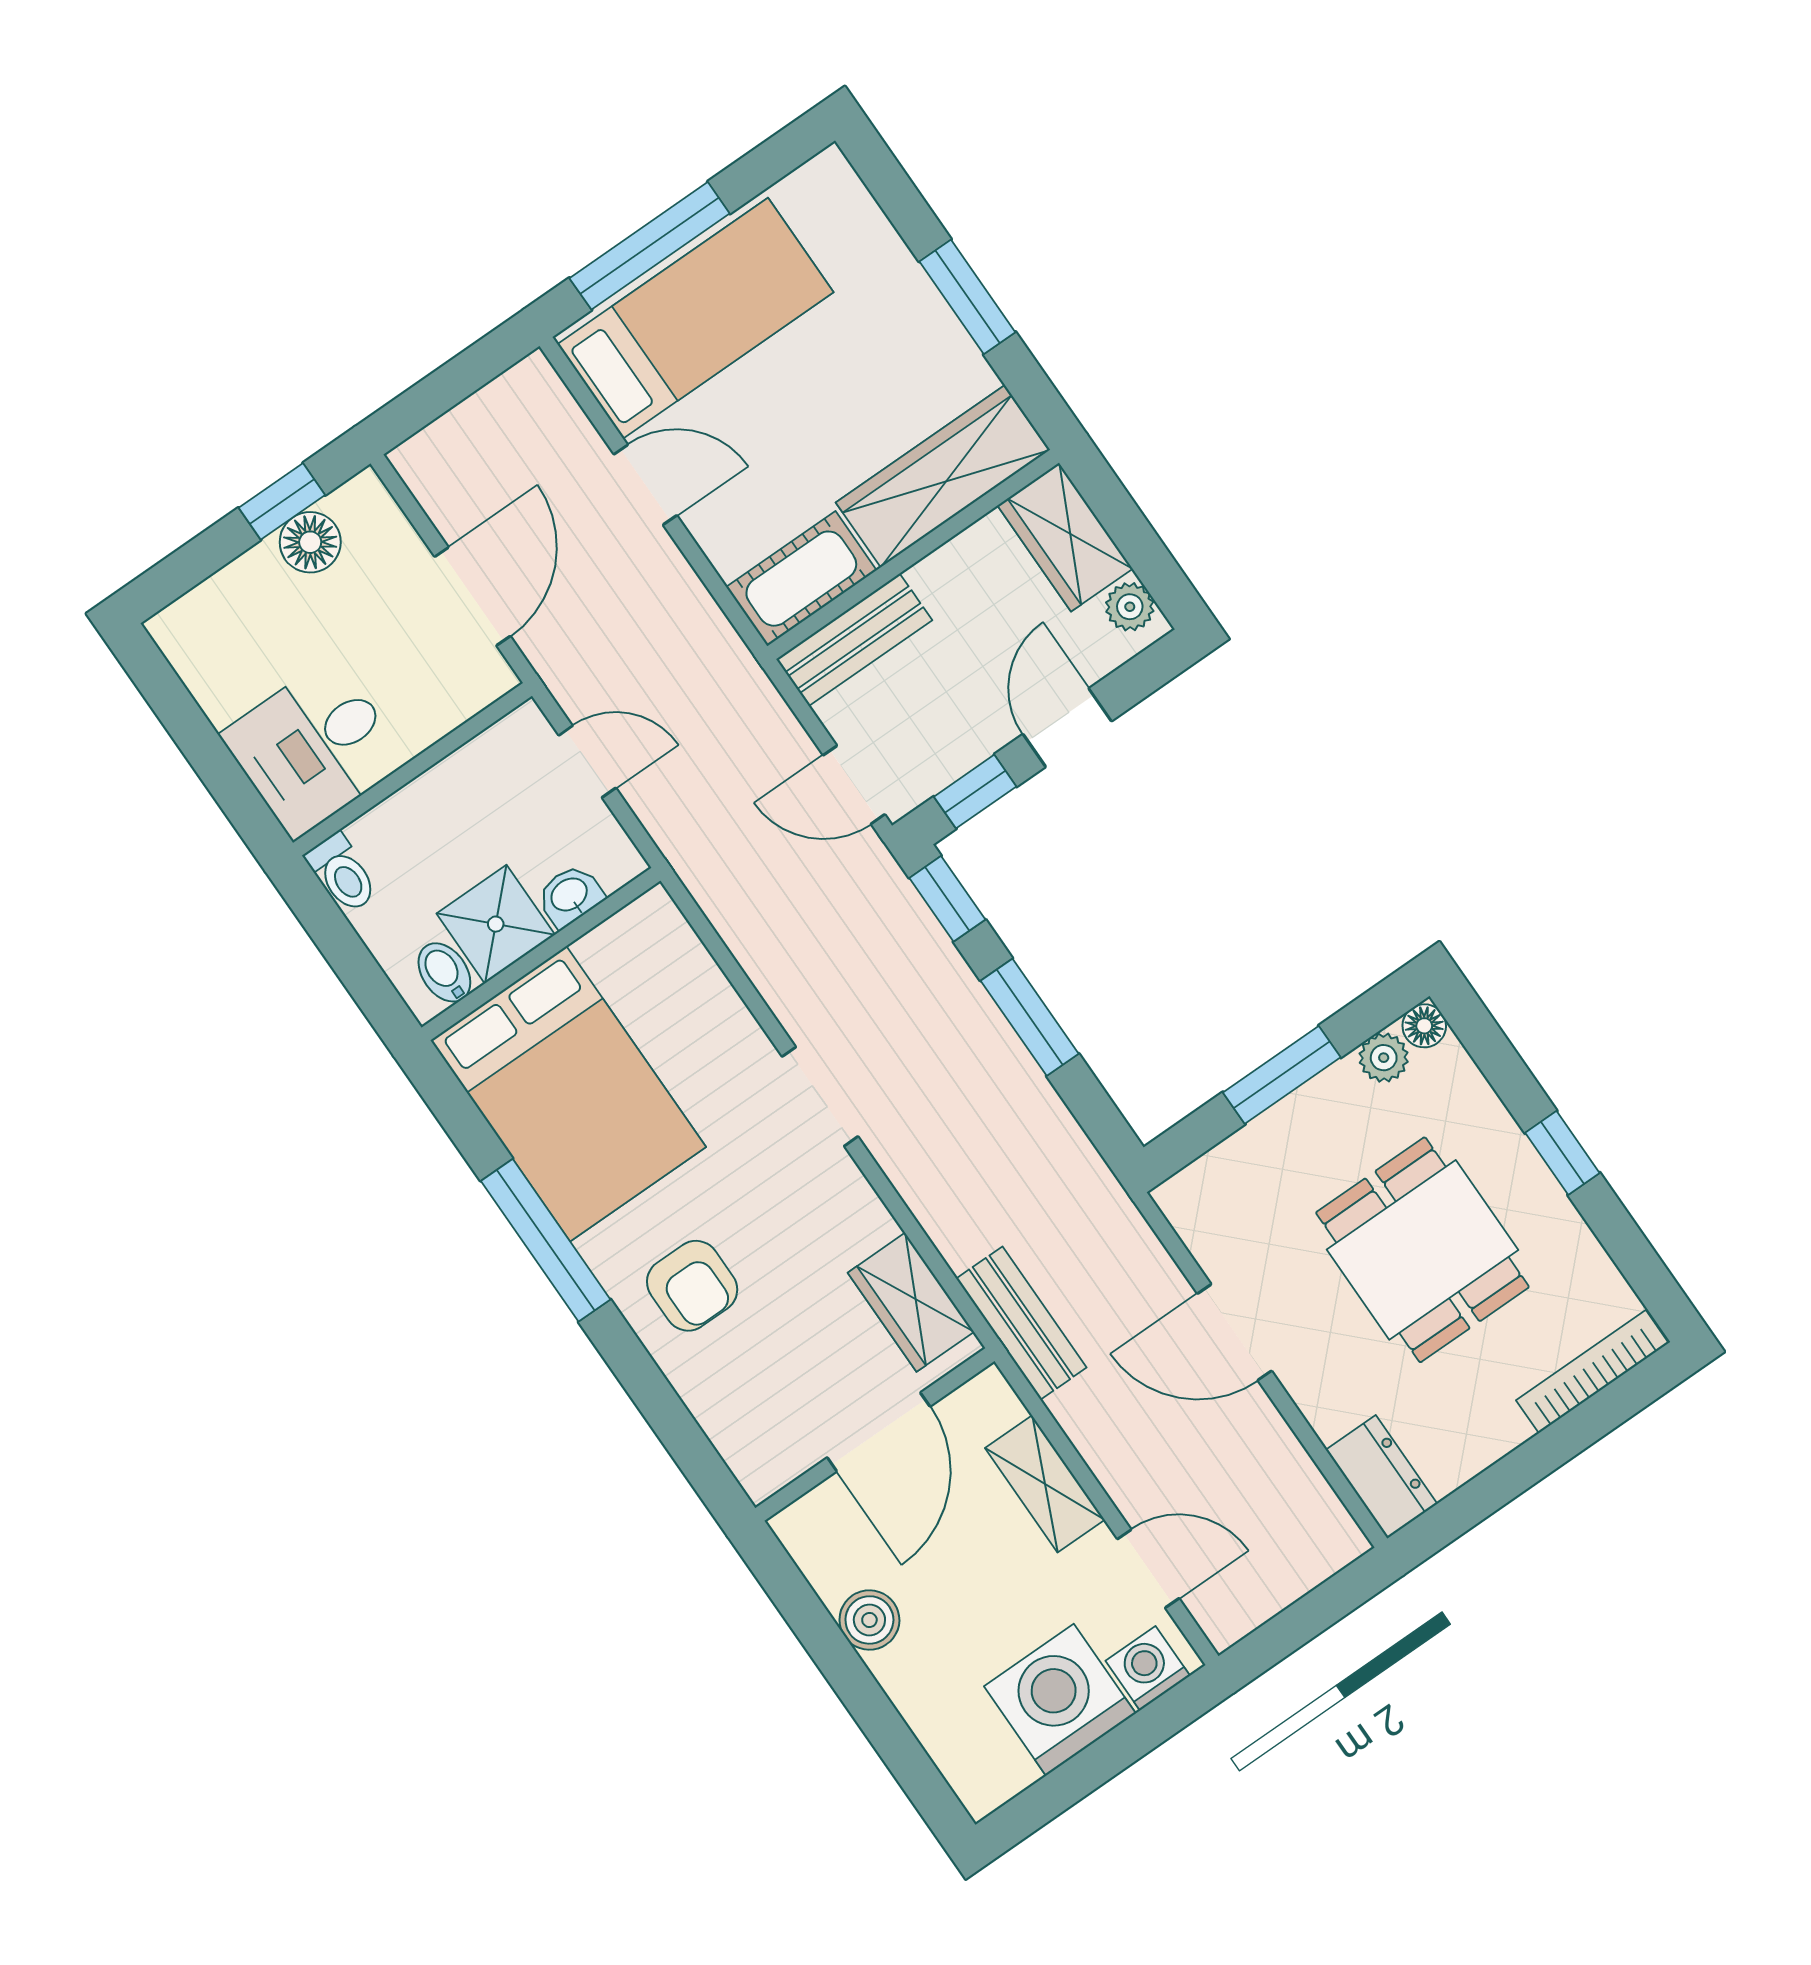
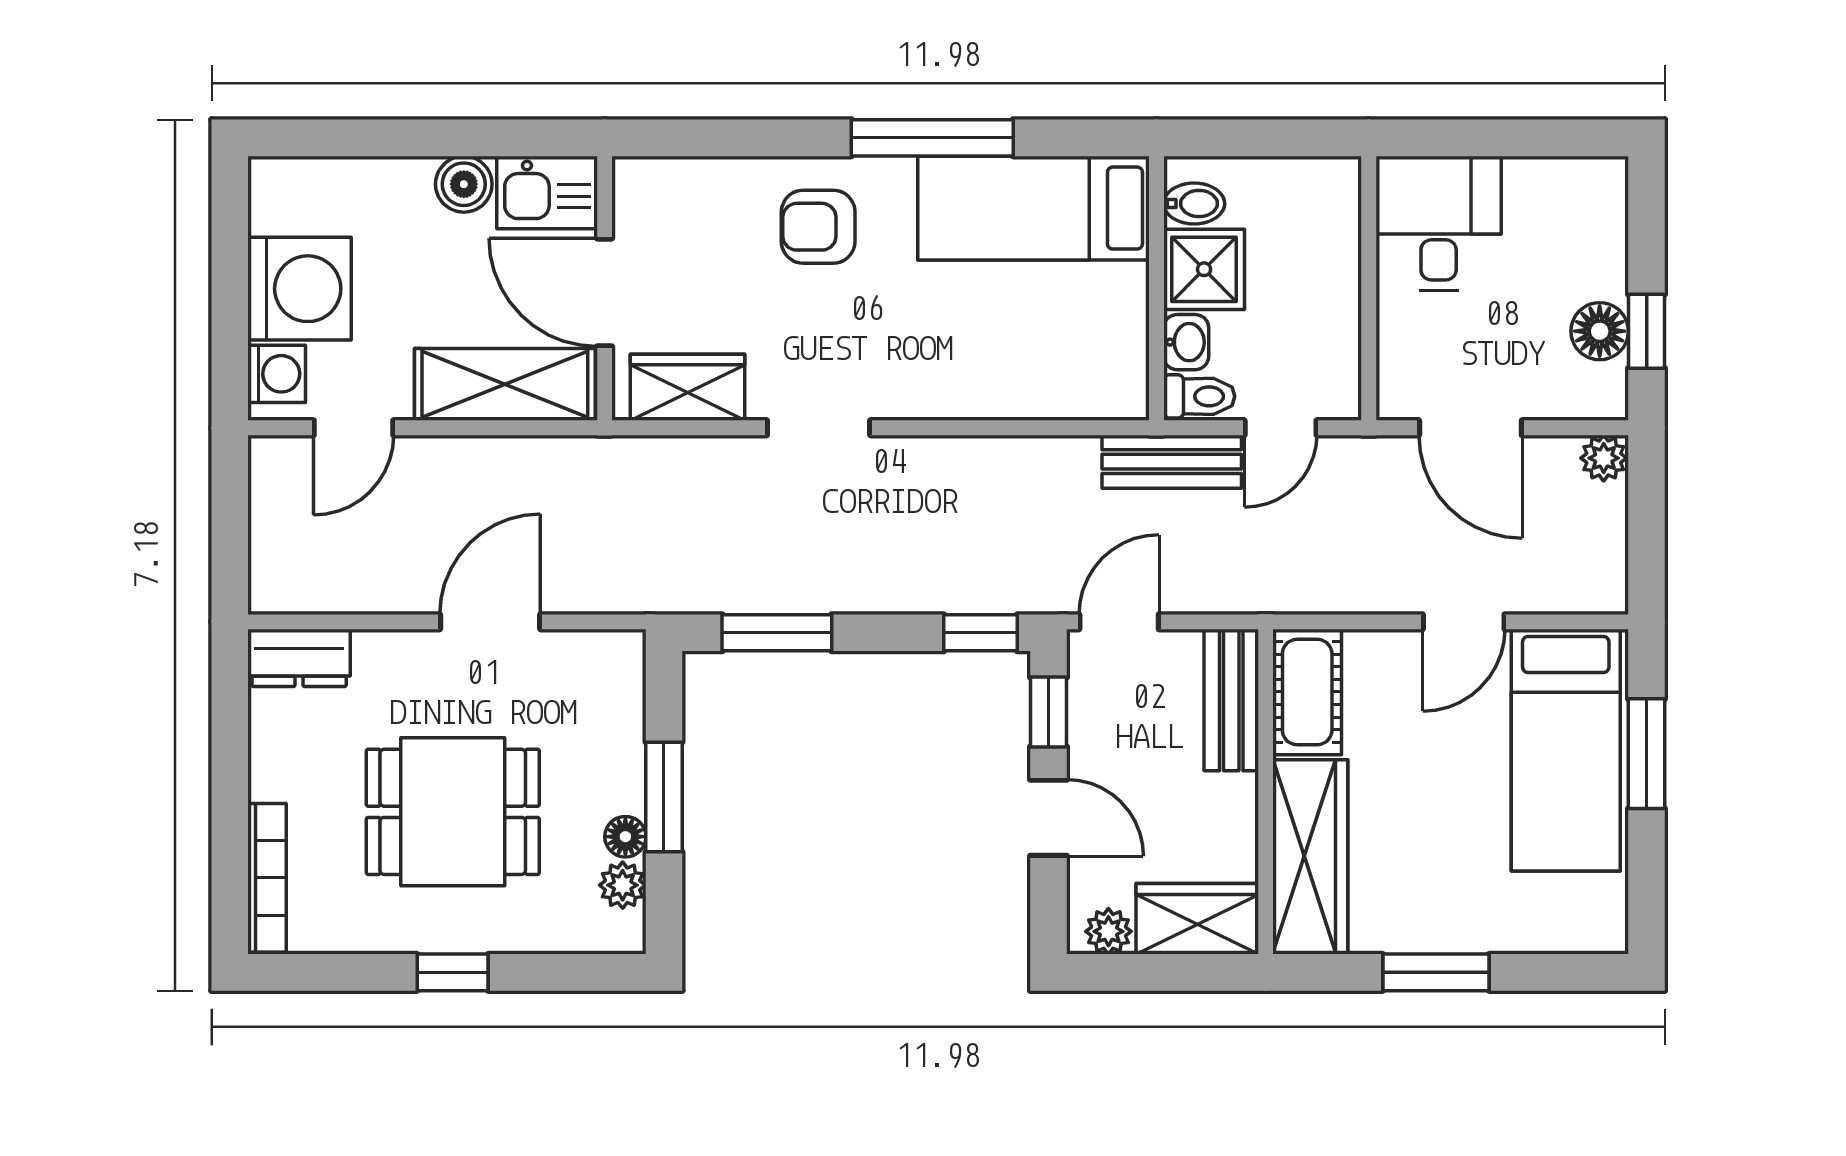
window: (650, 246) -> (1647, 754), width x0.69
plant: (418, 462) -> (1604, 458), added
toilet: (342, 873) -> (1199, 396), moved, turned 180
window: (1030, 1017) -> (777, 633), moved
floor lamp: (1424, 1026) -> (625, 837), moved
bed: (568, 1094) -> (1034, 208), width x0.67
doorway: (820, 1096) -> (819, 428), moved
bench: (1021, 1323) -> (1172, 462), moved
shelving: (1045, 1484) -> (505, 384), width x1.50, depth x1.33
kitchen sink: (826, 1543) -> (547, 192), added

